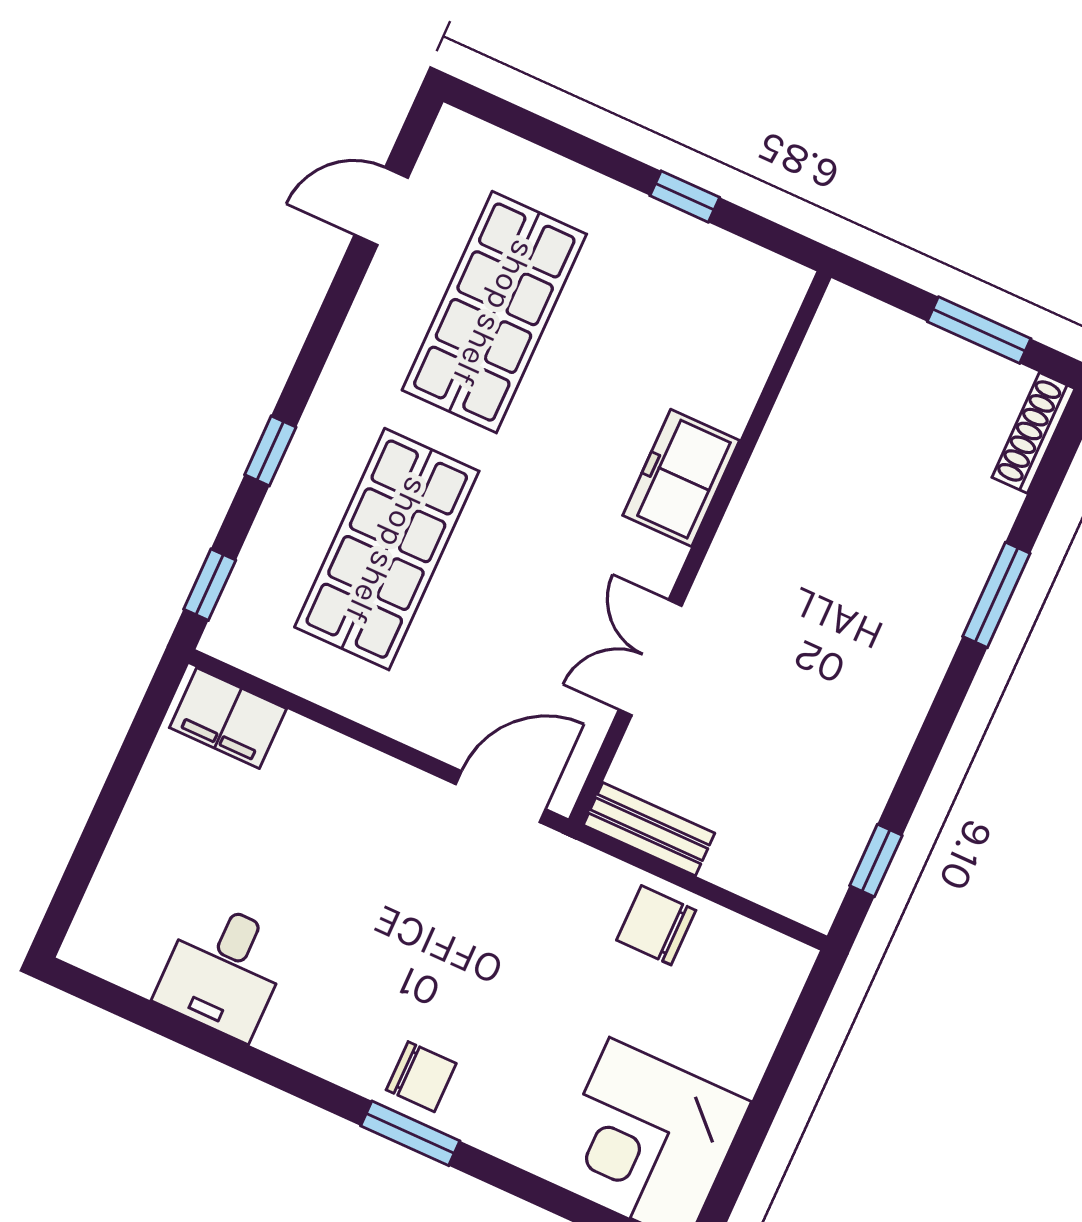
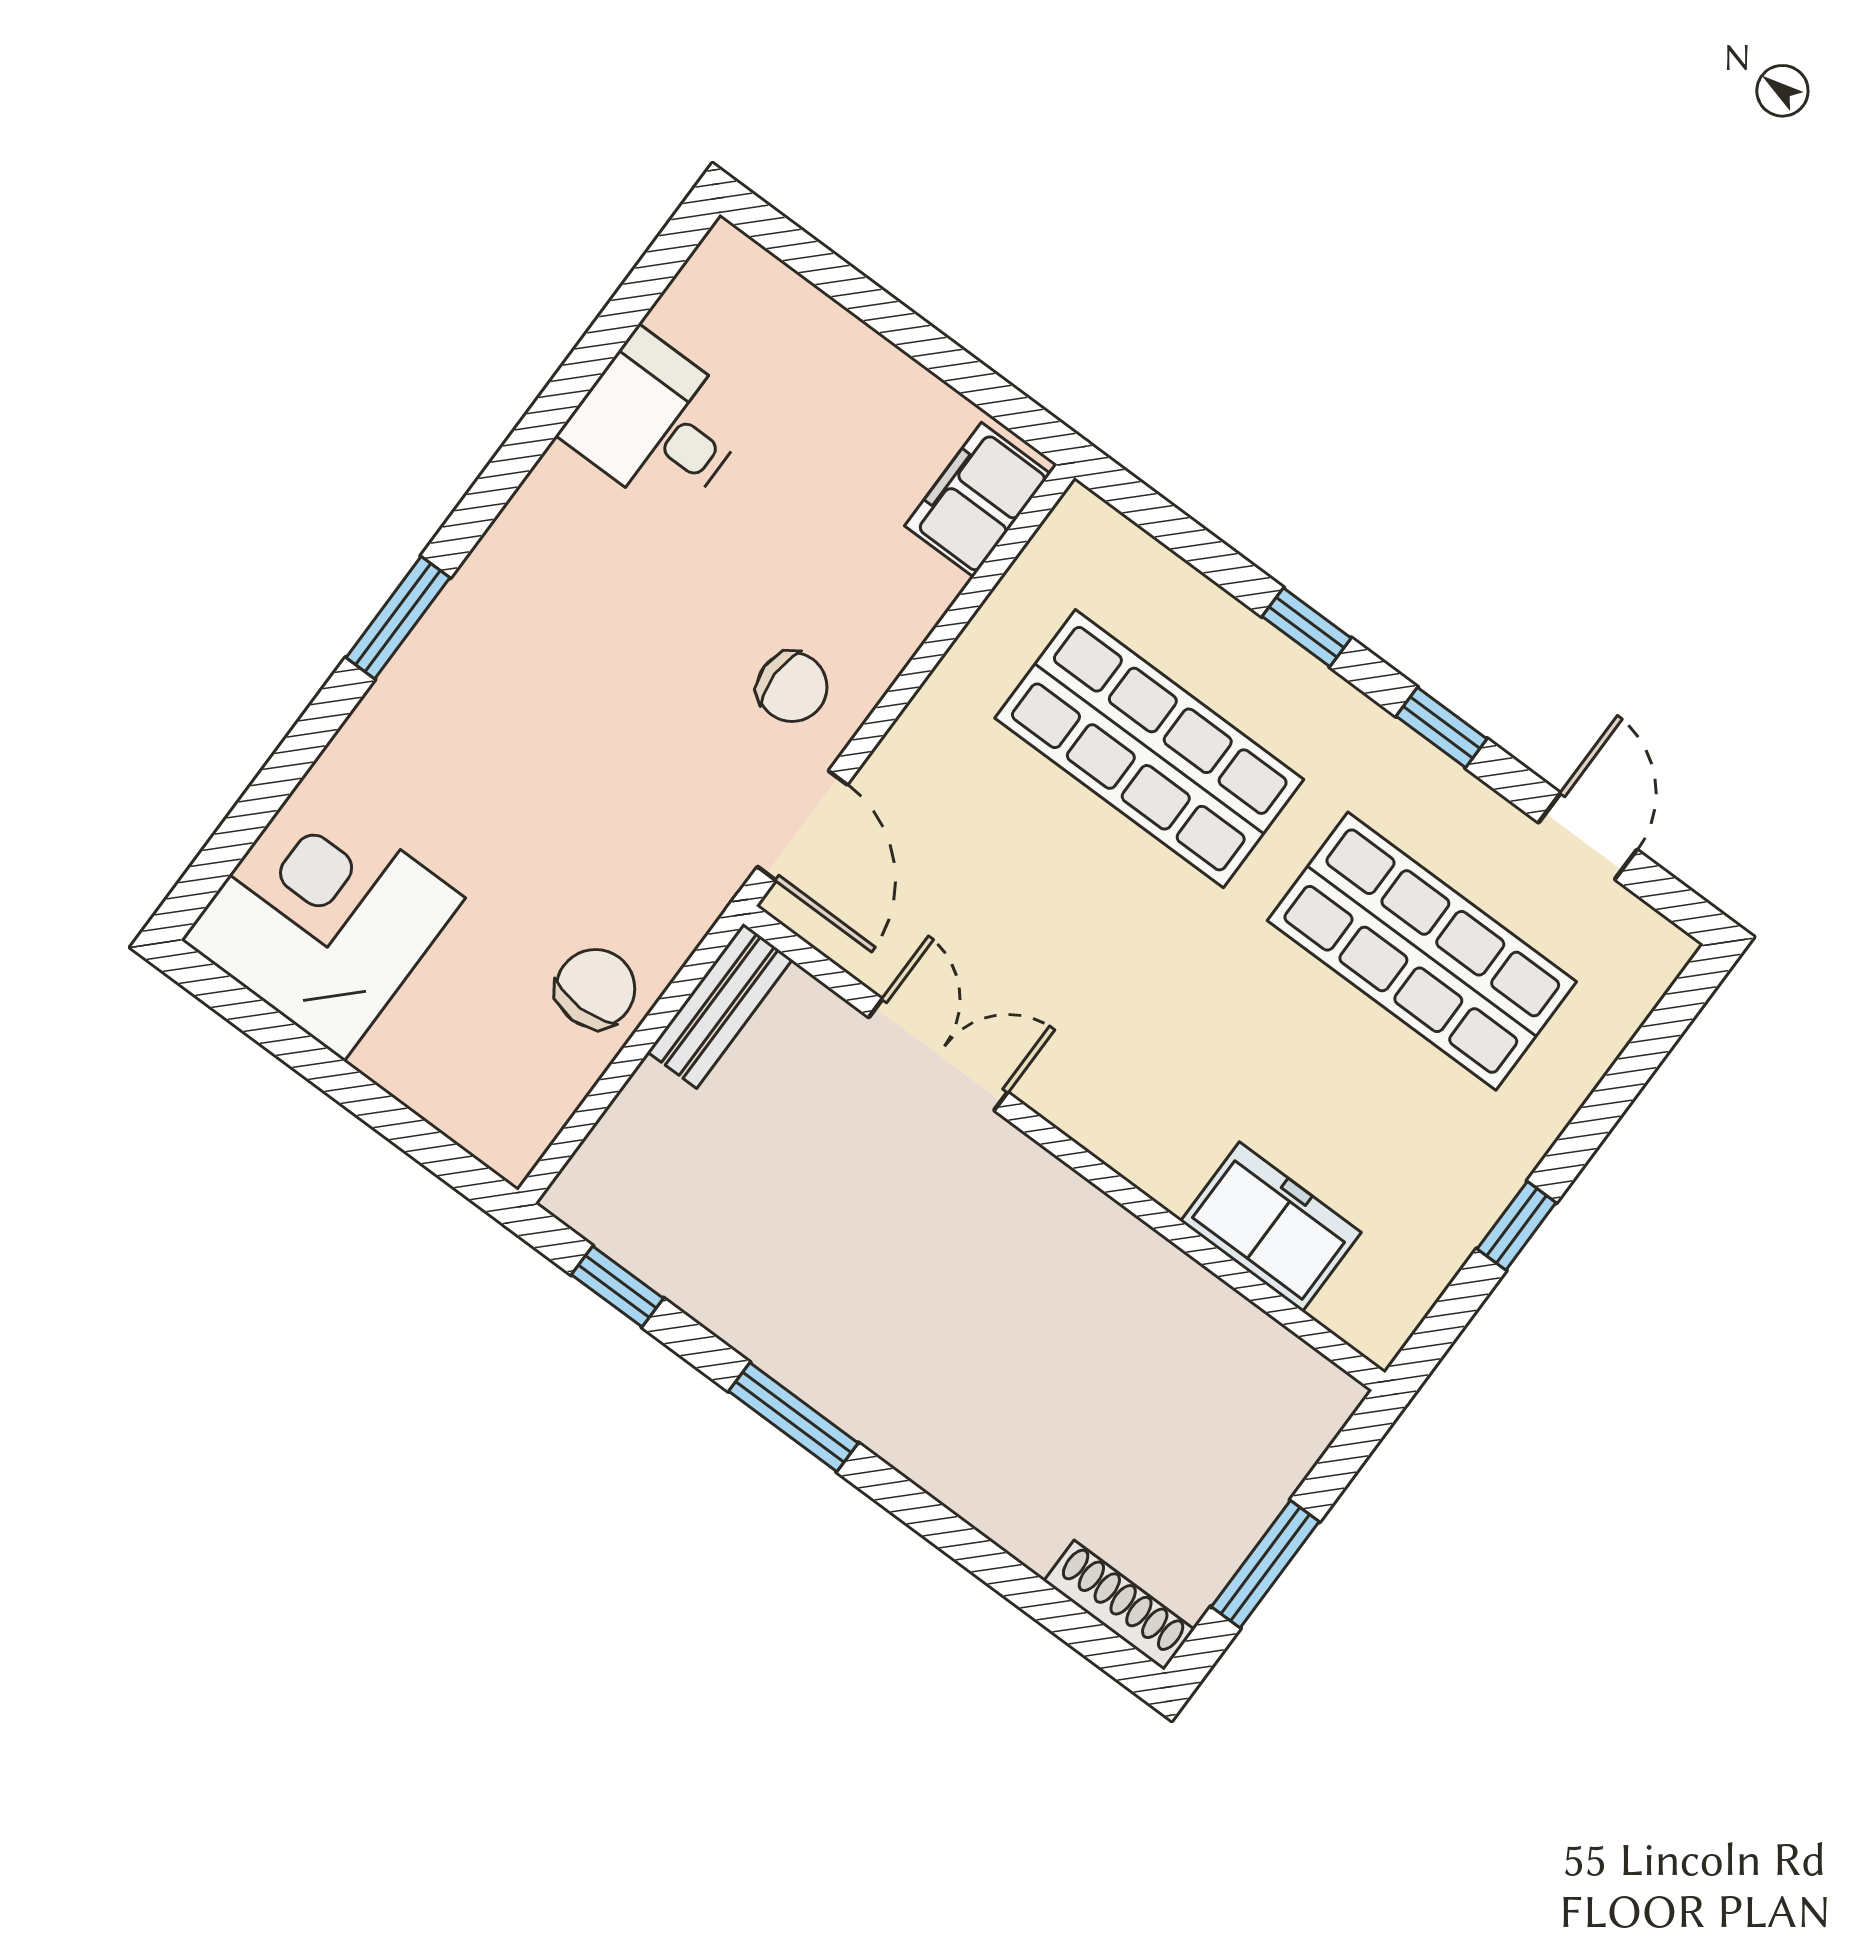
freezer: (681, 478) -> (1271, 1227), moved
window: (210, 585) -> (1442, 727), moved
window: (996, 595) -> (793, 1417), moved
chair: (421, 1077) -> (792, 687), moved, turned -90

